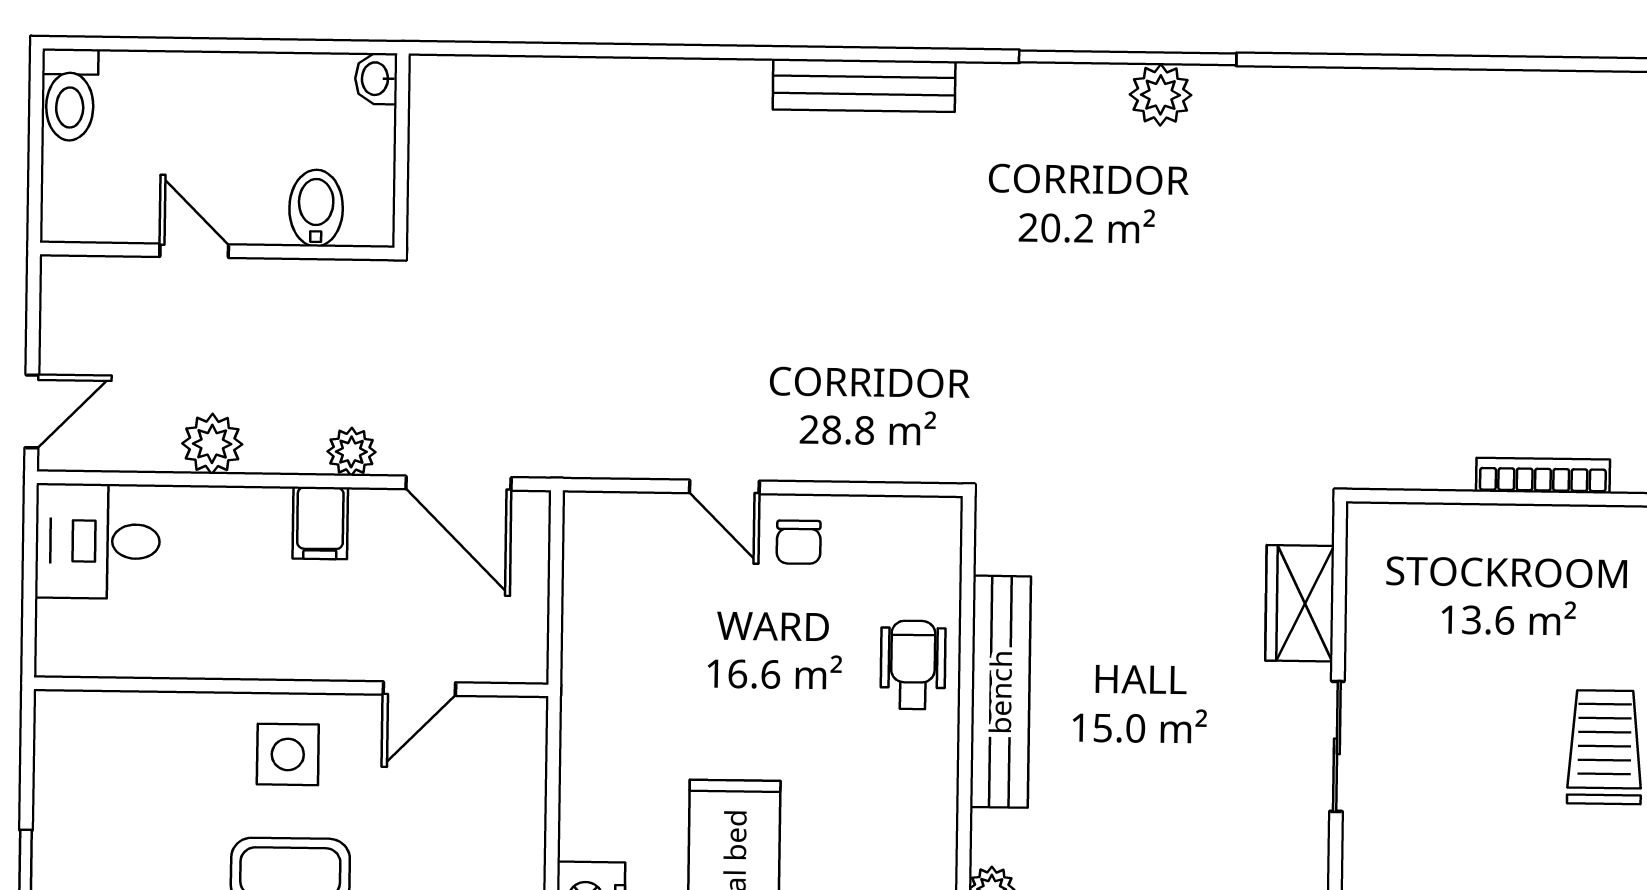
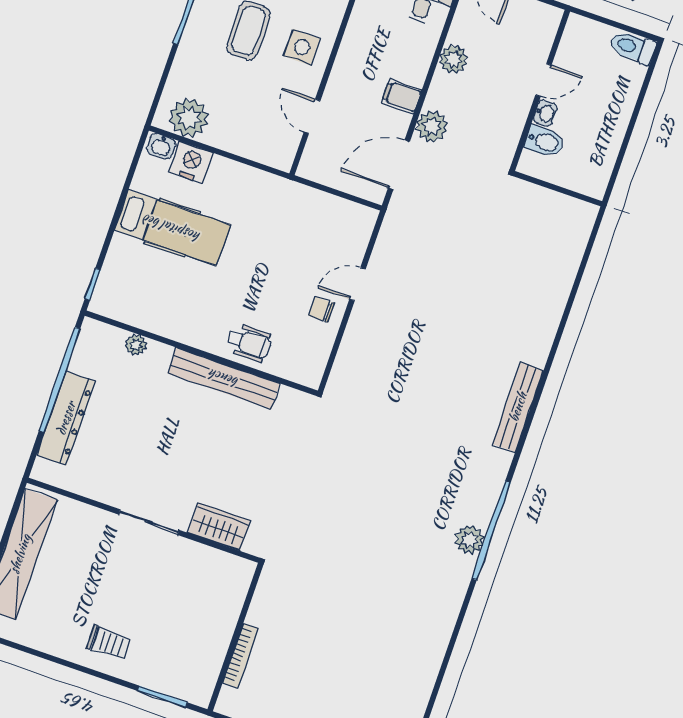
washbasin: (376, 79) -> (545, 113), moved, turned 90
plant: (351, 452) -> (432, 127), width x1.38, depth x1.38
trolley: (1605, 747) -> (109, 643), width x0.73, depth x0.72

